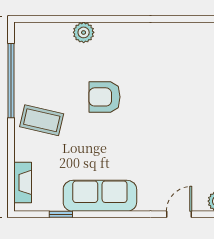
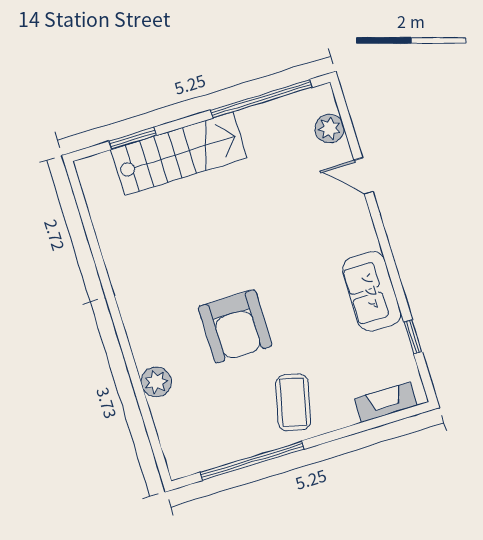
armchair: (105, 97) -> (235, 326), width x1.36, depth x1.36
sofa: (100, 196) -> (372, 291), width x0.73

